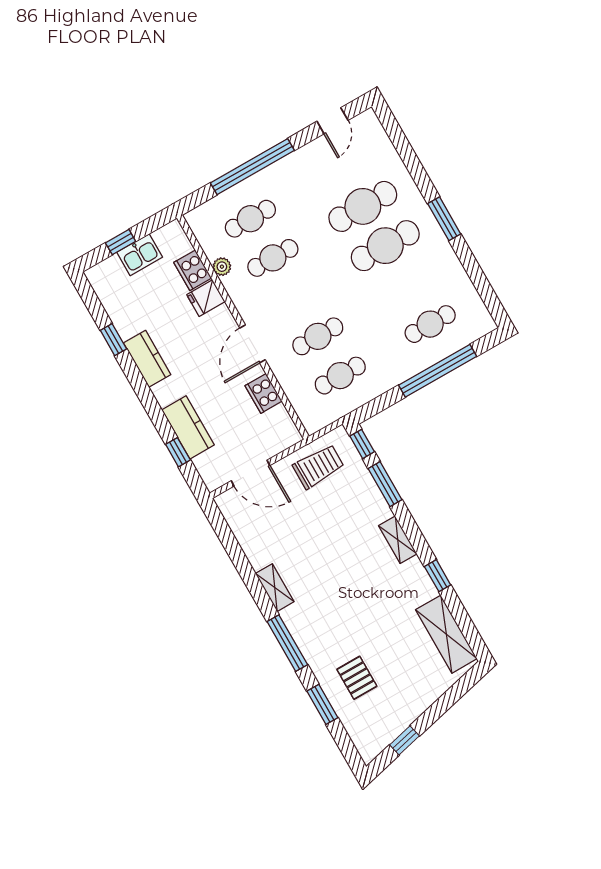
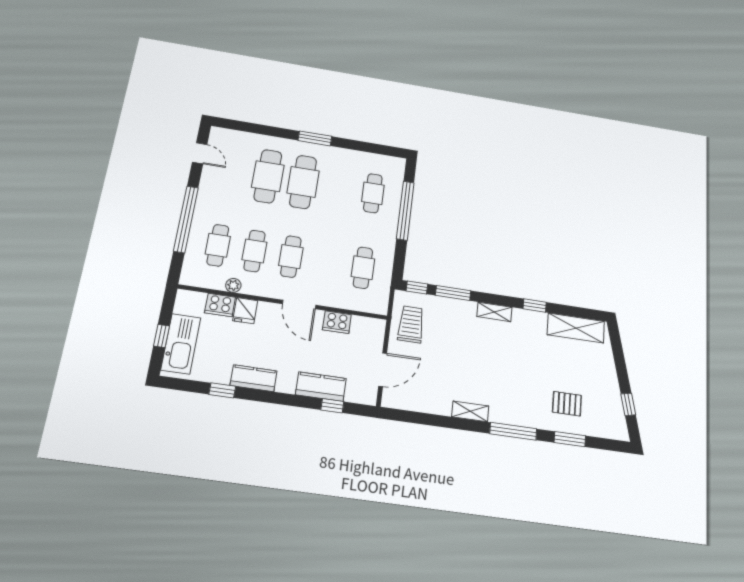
kitchen sink: (140, 255) -> (181, 344), width x1.88, depth x1.24
cafe table: (318, 336) -> (291, 257), moved

